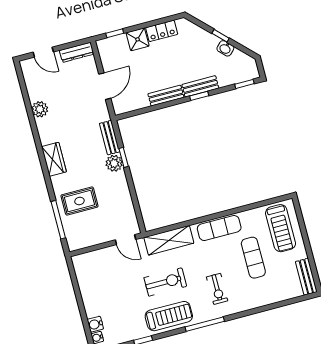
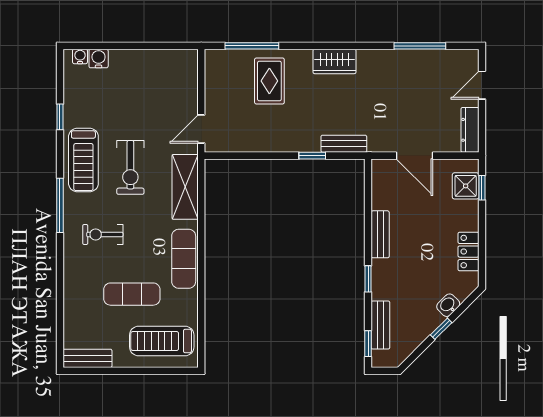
shower: (138, 39) -> (466, 186), moved
washbasin: (225, 48) -> (448, 305), moved
bench: (200, 86) -> (380, 325), moved
window: (27, 103) -> (420, 46), added
plant: (40, 109) -> (407, 60), removed
plant: (114, 163) -> (308, 141), removed

